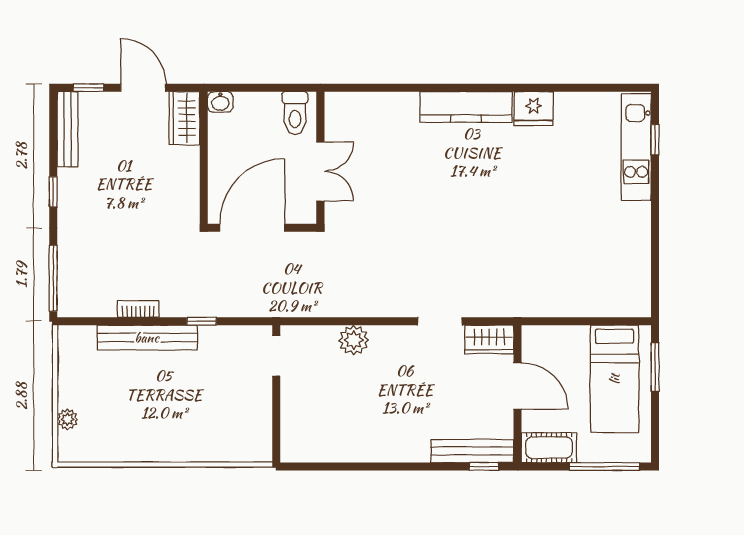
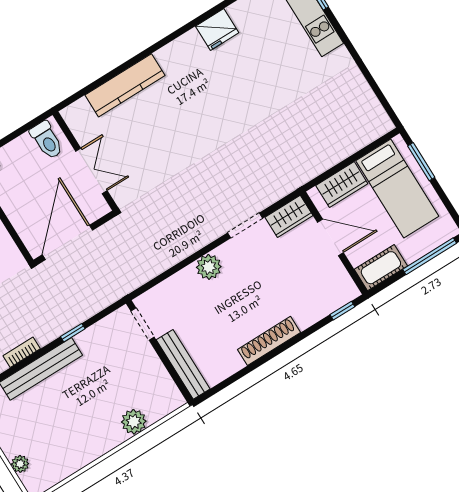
kitchen counter: (466, 107) -> (125, 85), moved
plant: (354, 340) -> (209, 267), moved
wardrobe: (562, 341) -> (342, 185), added
plant: (207, 448) -> (134, 422), added
shoe rack: (392, 451) -> (269, 341), added
bench: (472, 451) -> (183, 364), moved, turned 90

